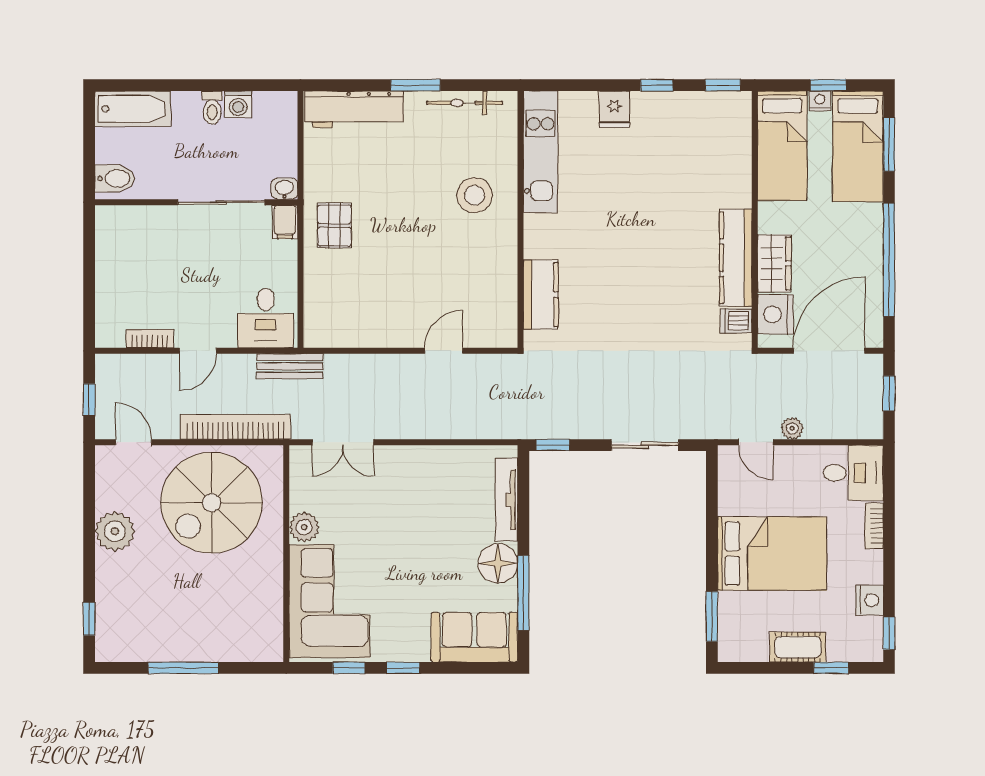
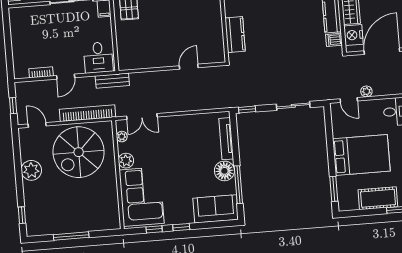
plant: (300, 479) -> (122, 137), added
cot: (798, 647) -> (378, 198), width x1.37, depth x1.34

